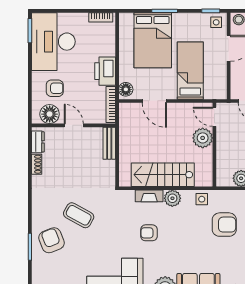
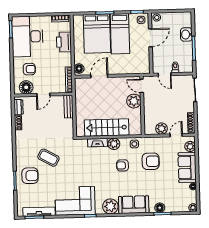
printer: (105, 71) -> (64, 42), moved
bed: (190, 71) -> (120, 34), moved, turned 180
door: (154, 101) -> (99, 76), swing flipped
door: (74, 125) -> (43, 95), swing flipped
armchair: (149, 233) -> (123, 165), moved
armchair: (52, 240) -> (30, 176), turned 112

